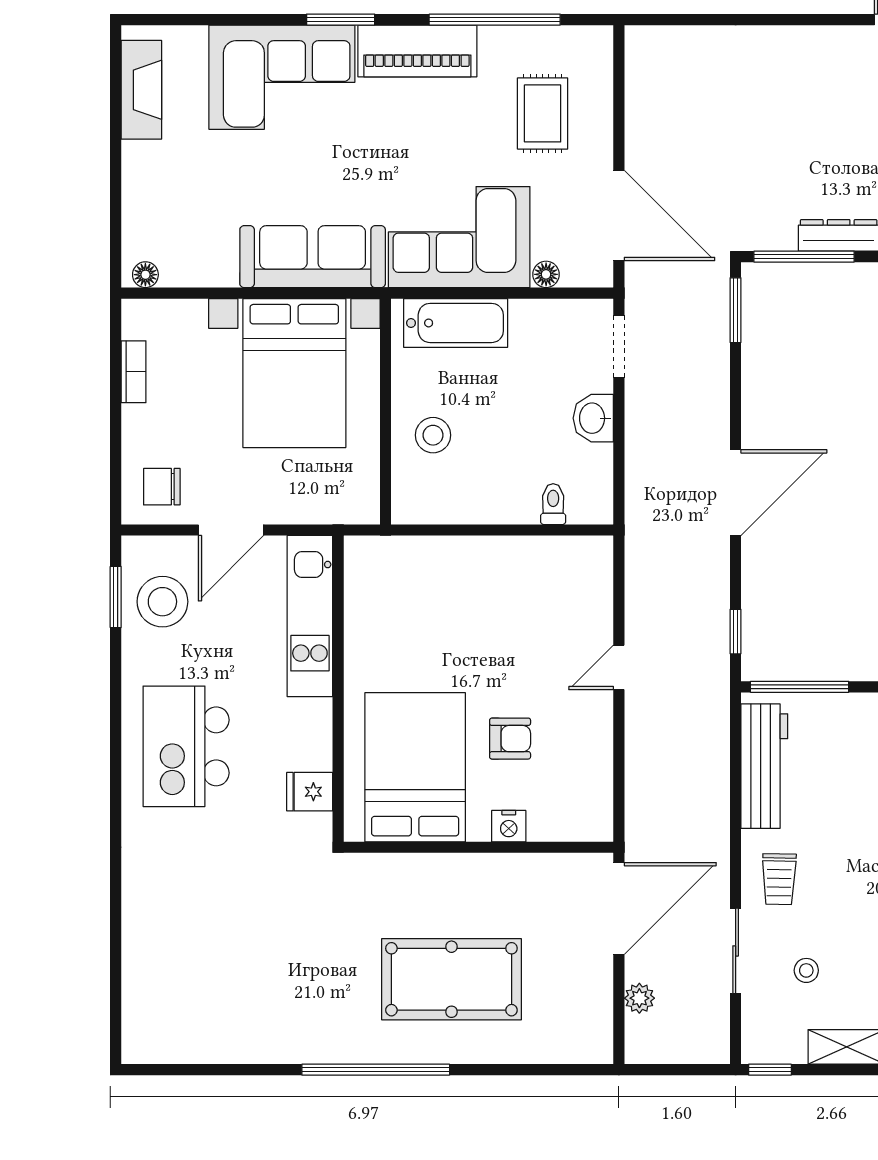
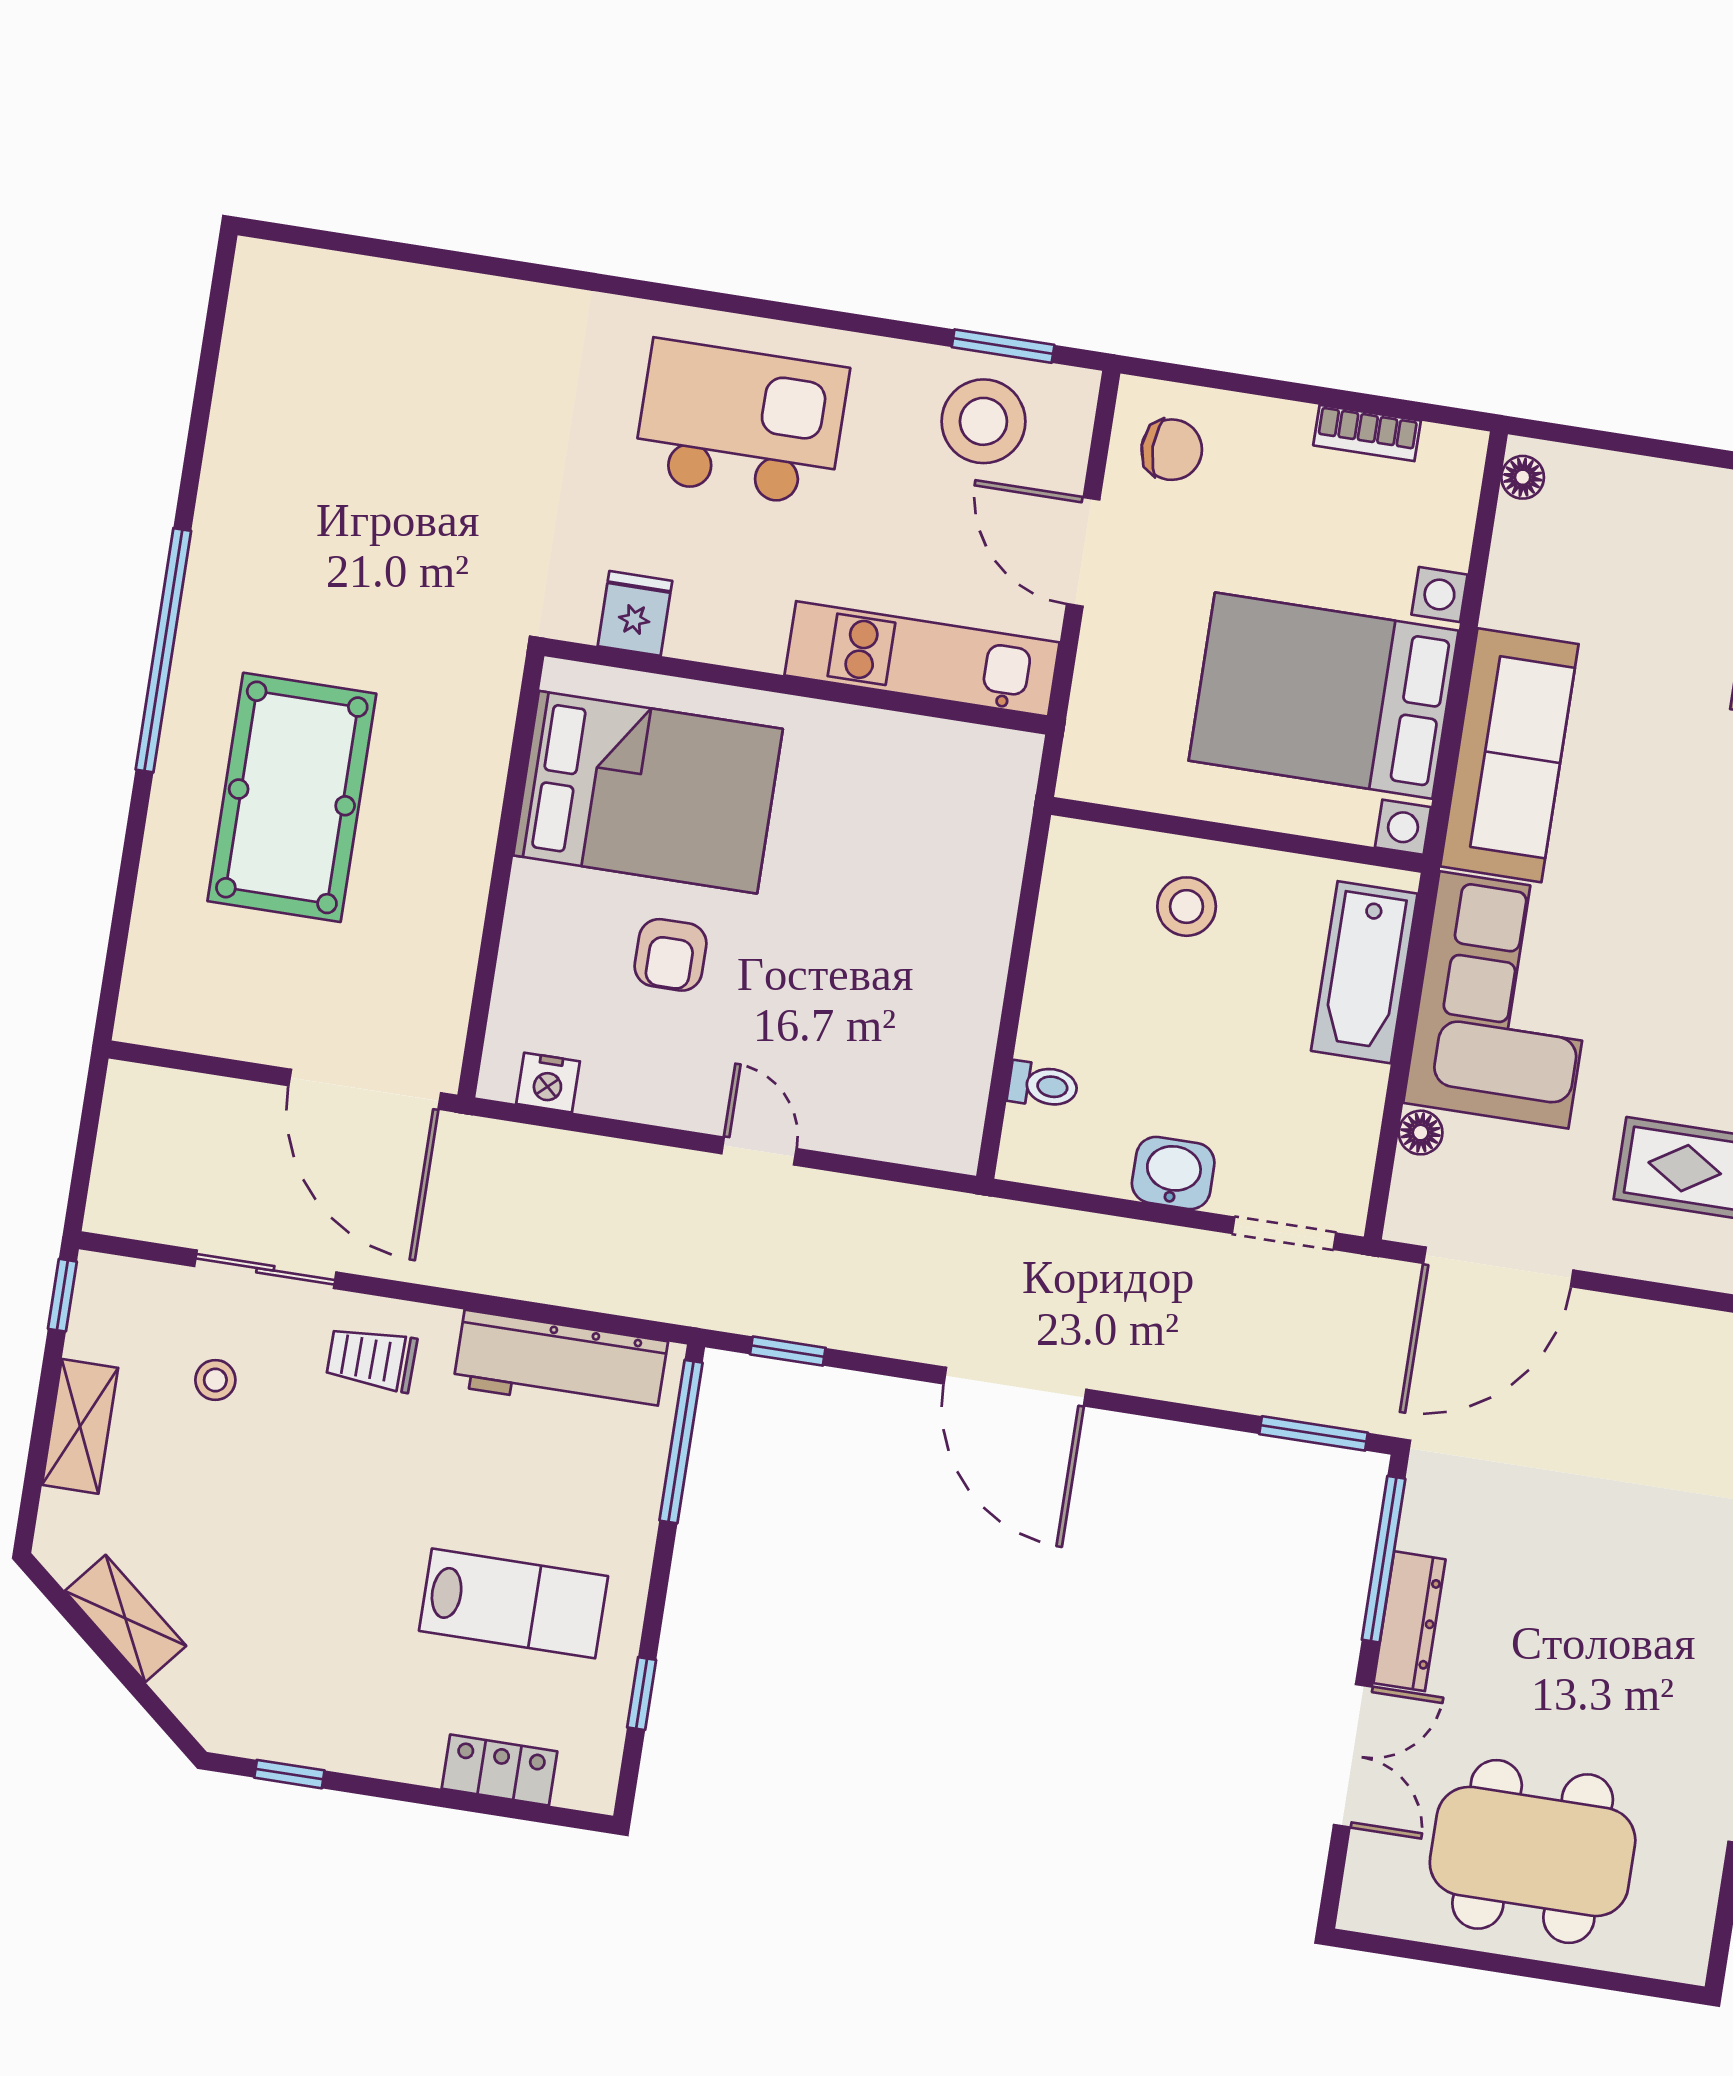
chair: (162, 487) -> (1172, 450), turned 90
nightstand: (509, 826) -> (548, 1083), moved, turned -90
plant: (639, 998) -> (213, 1100), removed

